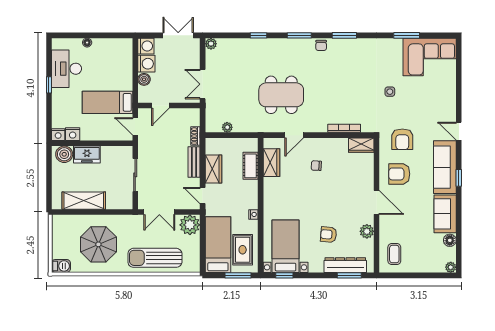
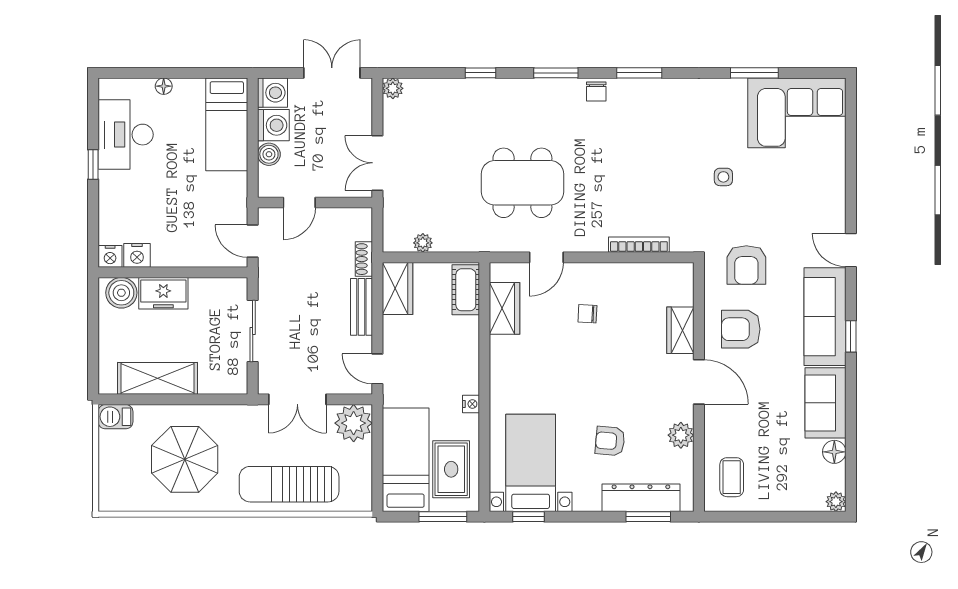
bed: (107, 102) -> (227, 124), moved, turned -90
wardrobe: (361, 145) -> (680, 330), moved, turned 90
cot: (251, 166) -> (466, 290), moved
wardrobe: (214, 169) -> (397, 288), moved
barbecue: (61, 266) -> (115, 417), moved, turned 180

